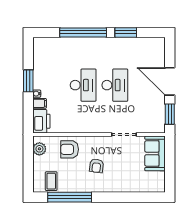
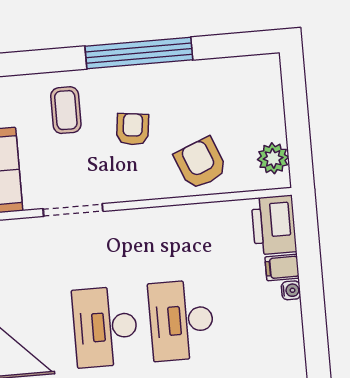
window: (28, 81) -> (314, 319), removed
armchair: (70, 149) -> (201, 163), turned -112
coffee table: (51, 181) -> (66, 110), moved
window: (70, 197) -> (139, 53), moved

